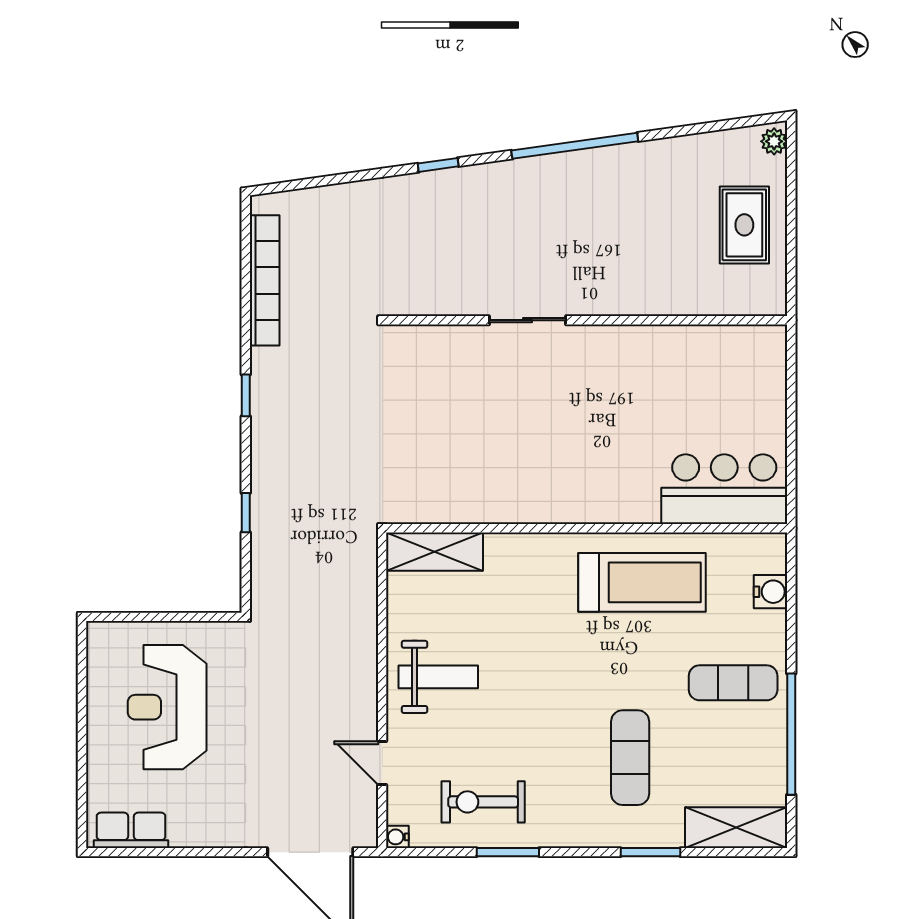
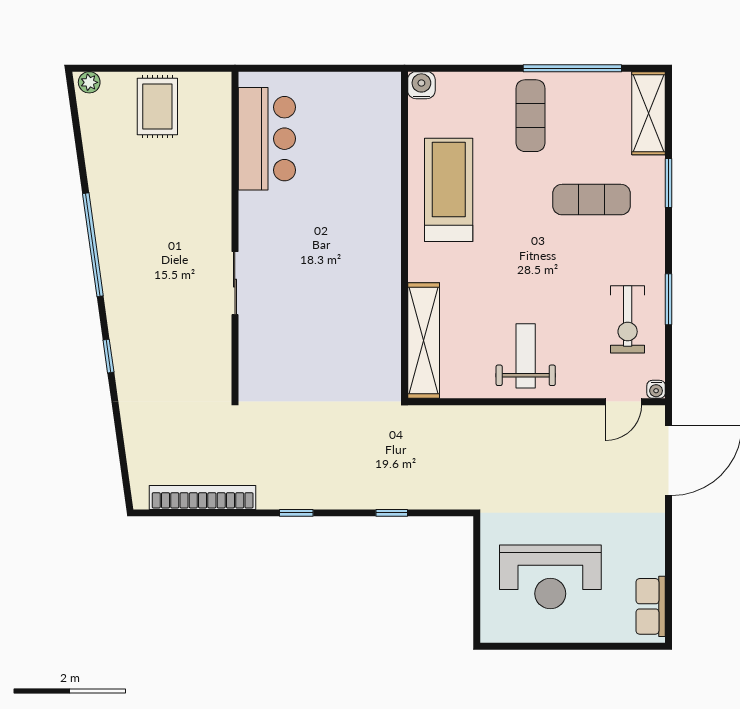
rug: (744, 225) -> (157, 107), turned 90
bar counter: (724, 489) -> (267, 139), moved, turned 180
shelving: (435, 552) -> (424, 341), width x1.47
water cooler: (771, 592) -> (421, 85), moved
door: (382, 763) -> (624, 402), moved

